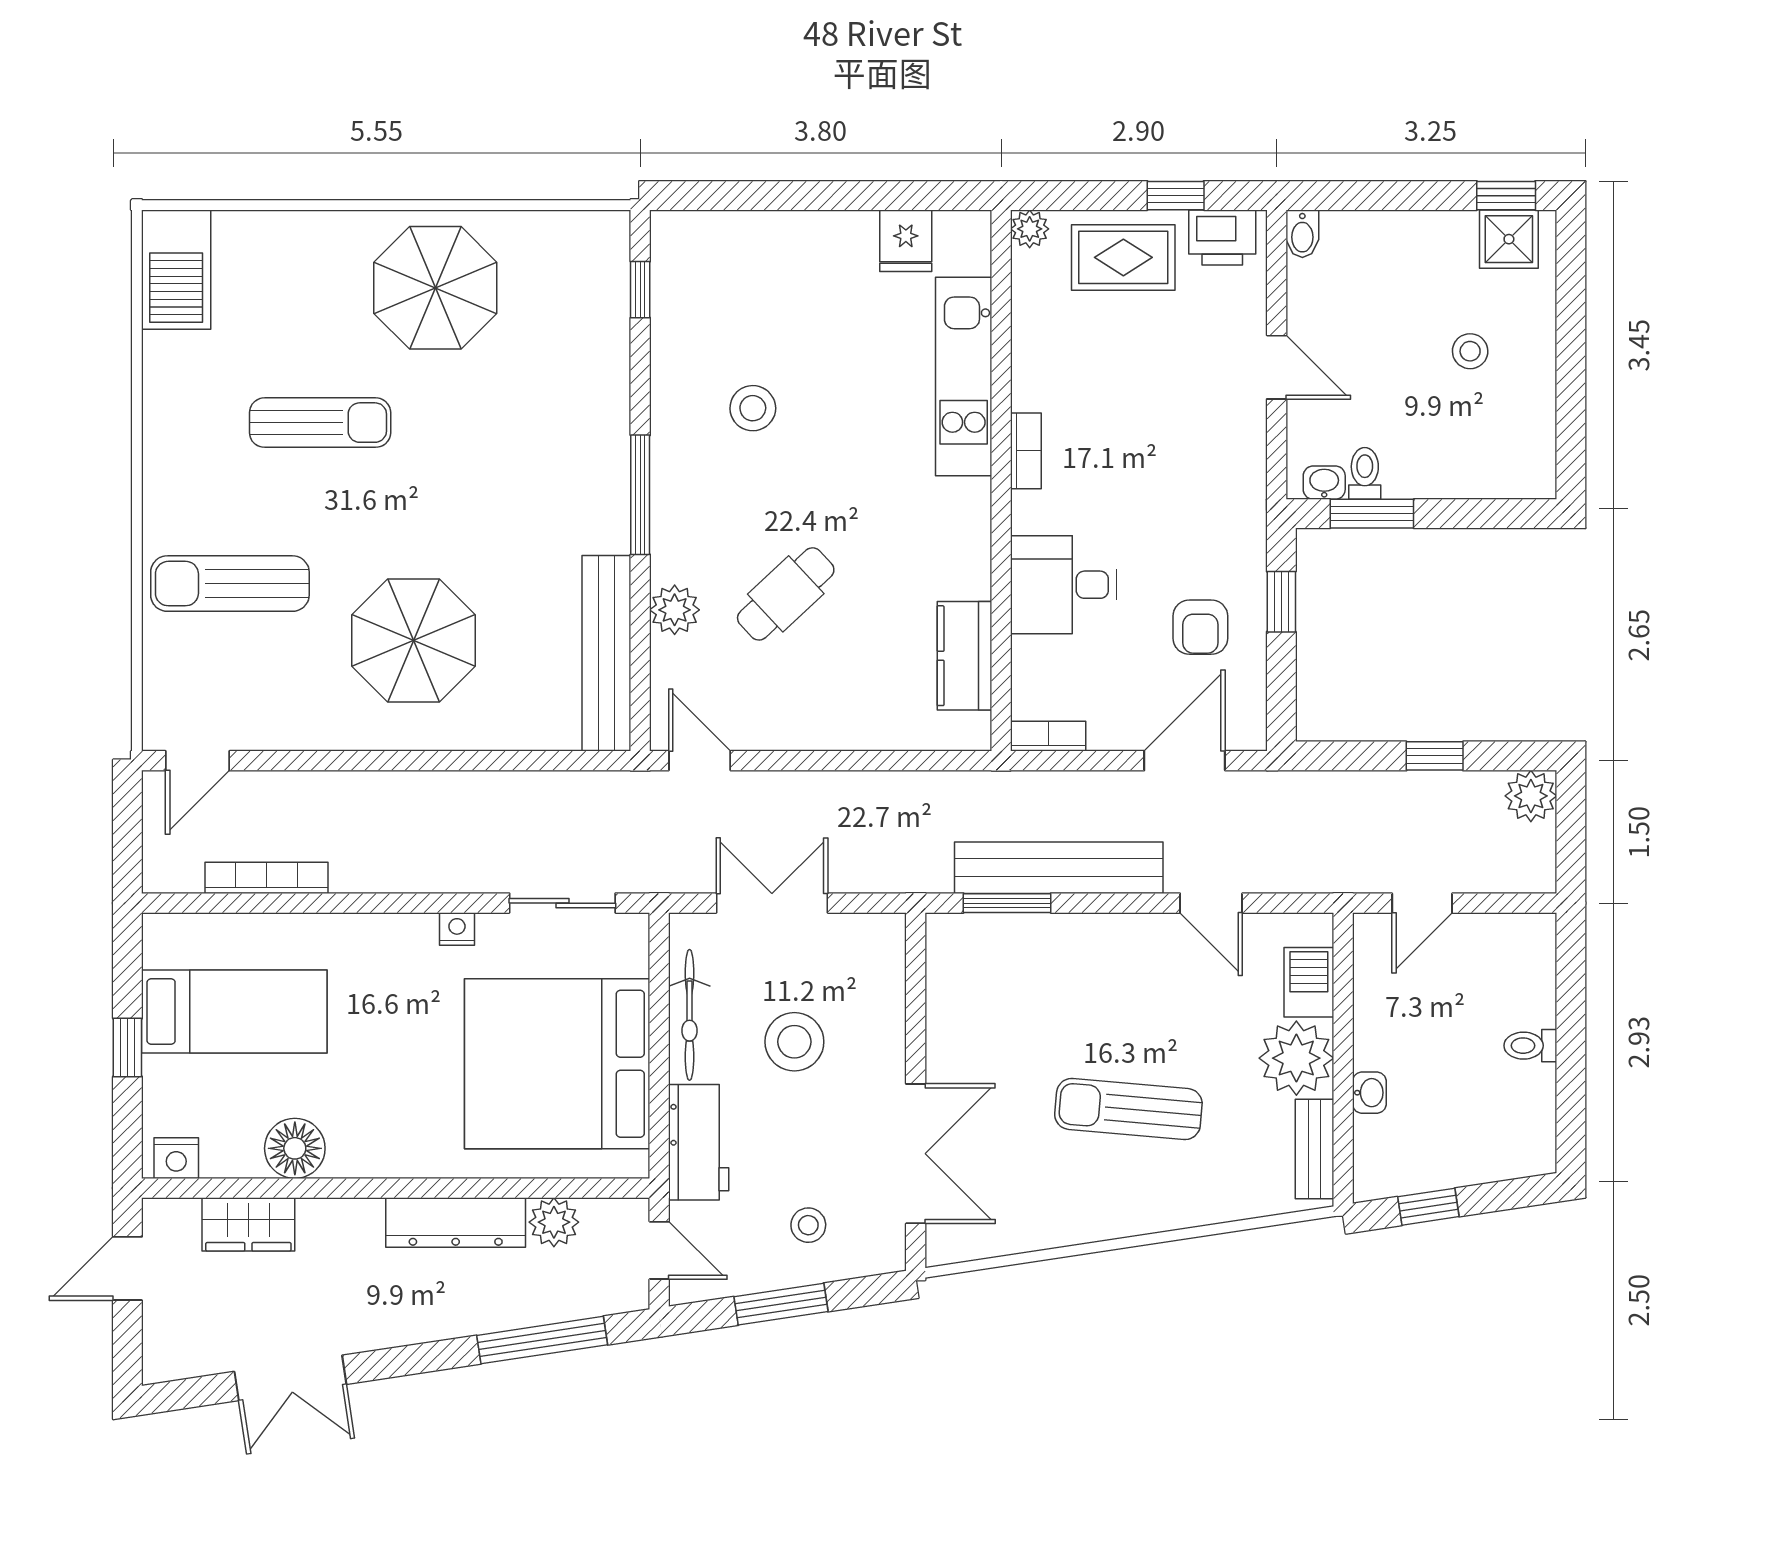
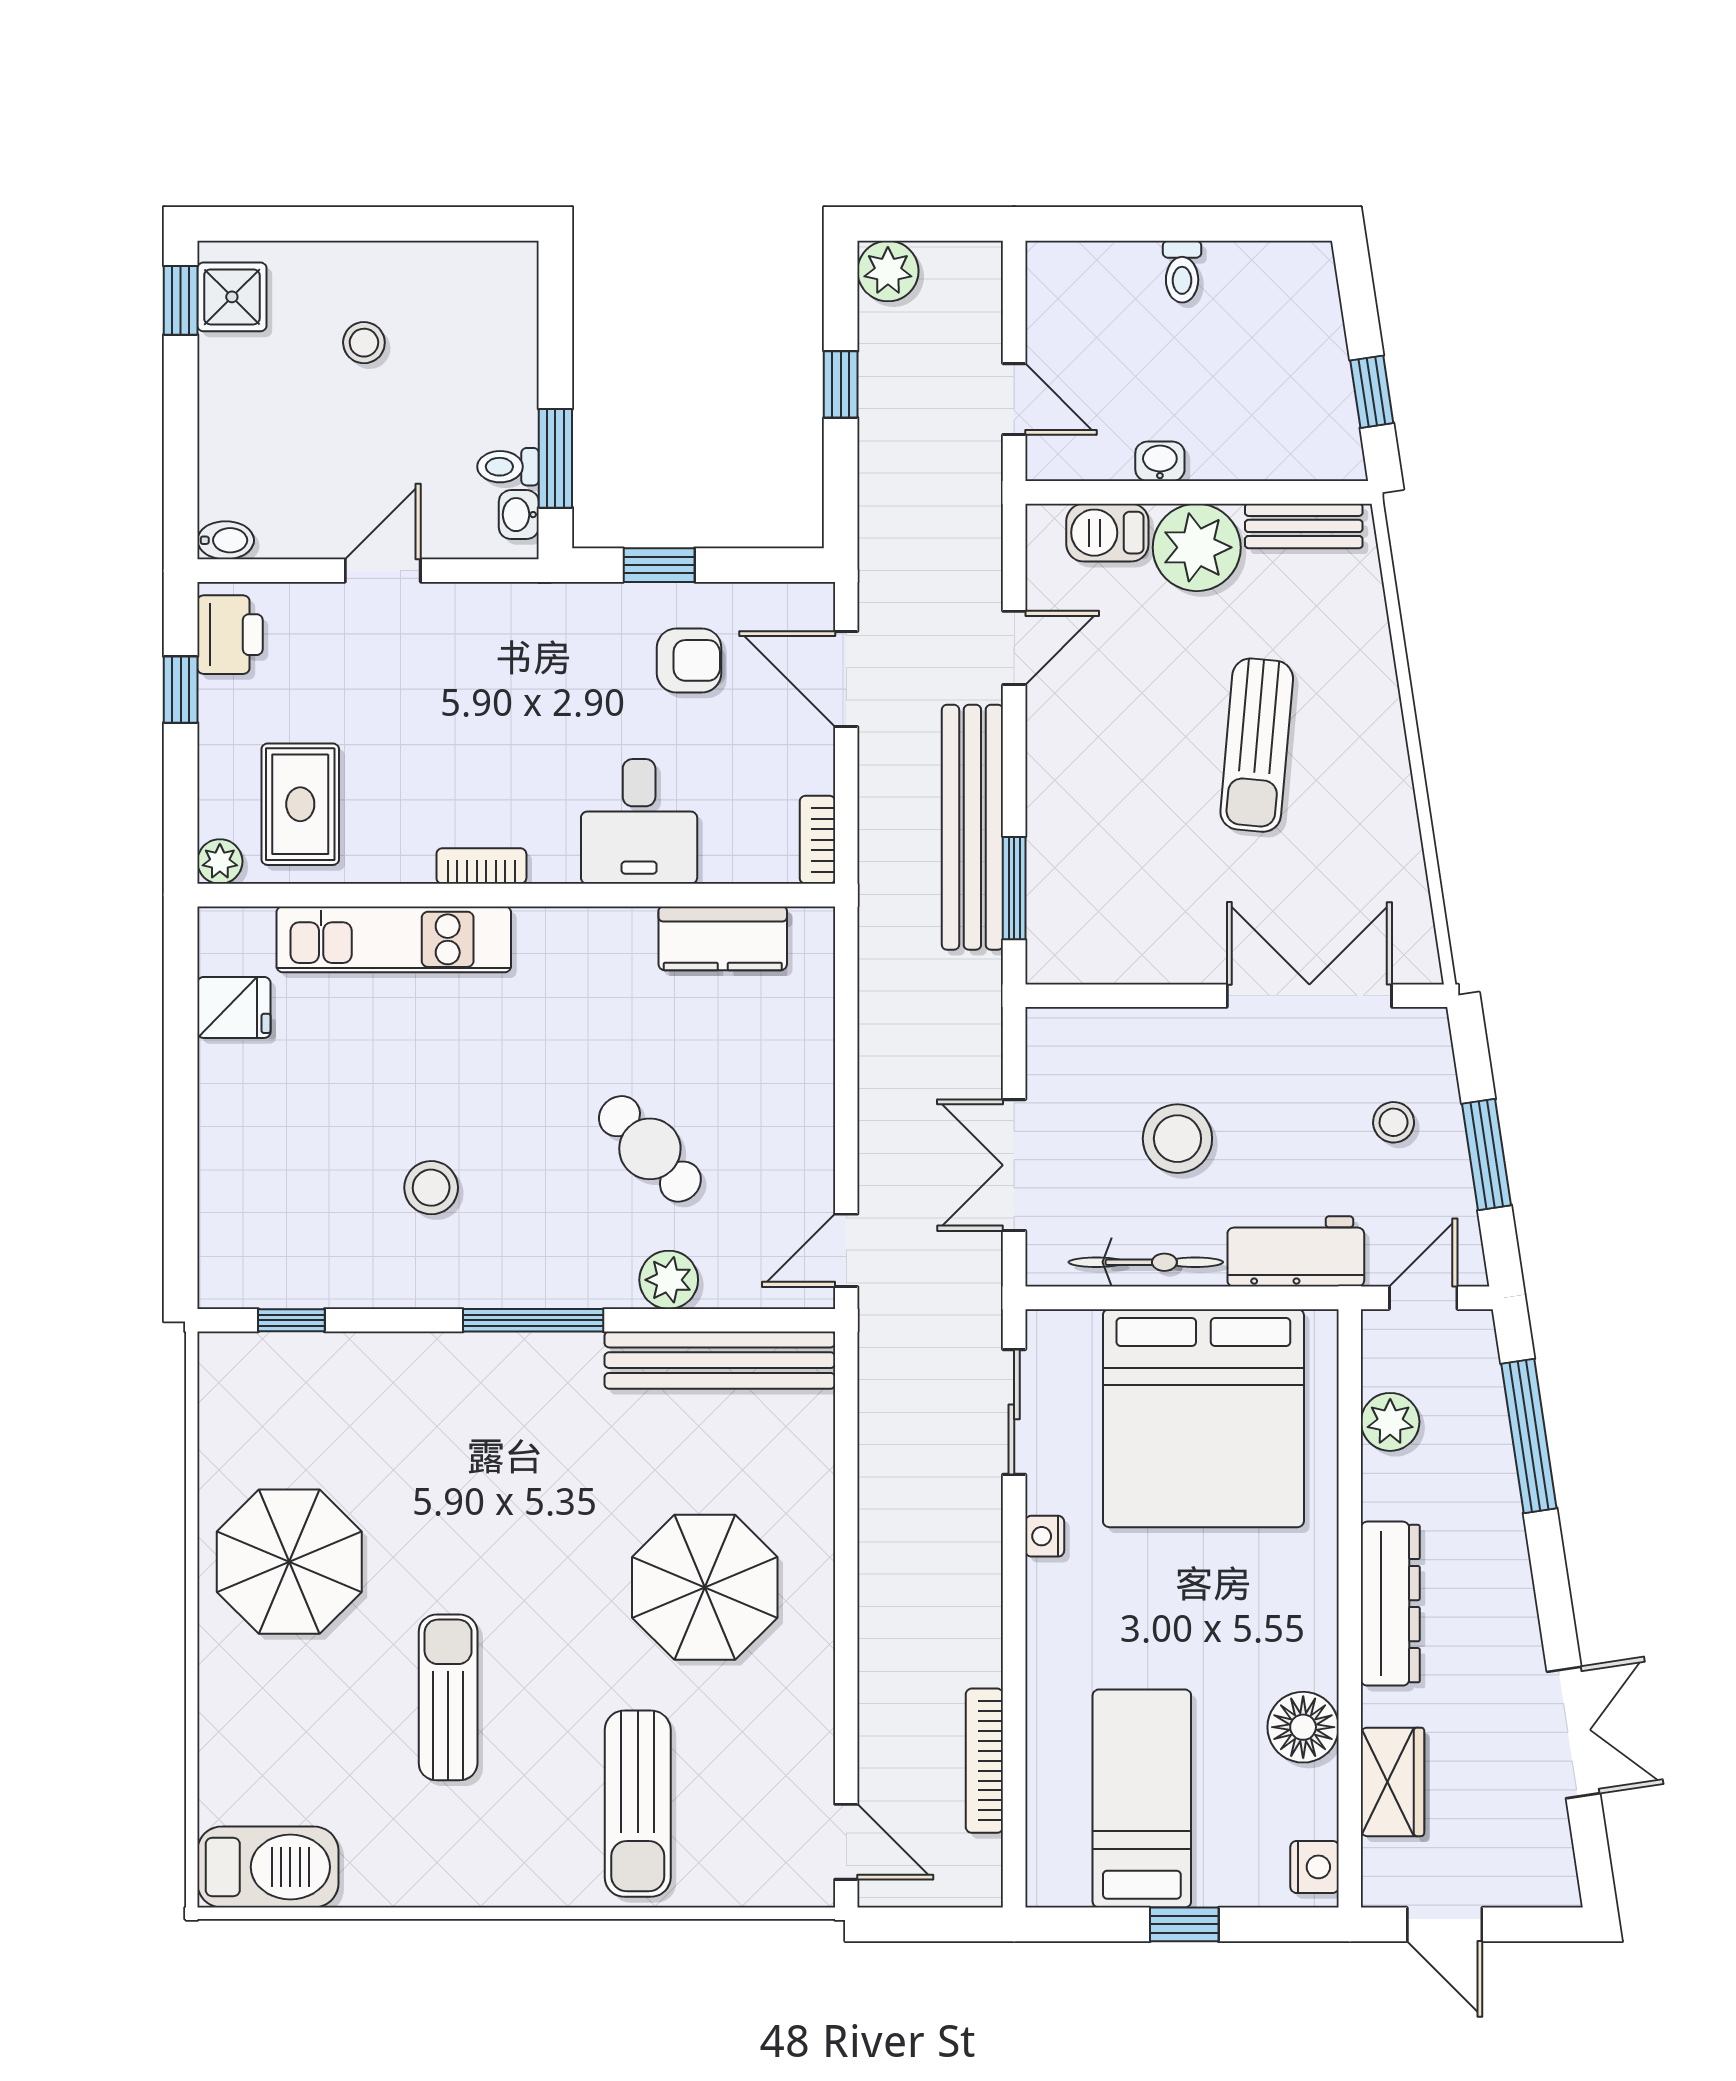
rug: (1123, 257) -> (300, 804), moved
washbasin: (1369, 1093) -> (1160, 461), moved
dresser: (456, 1222) -> (1390, 1604), moved

